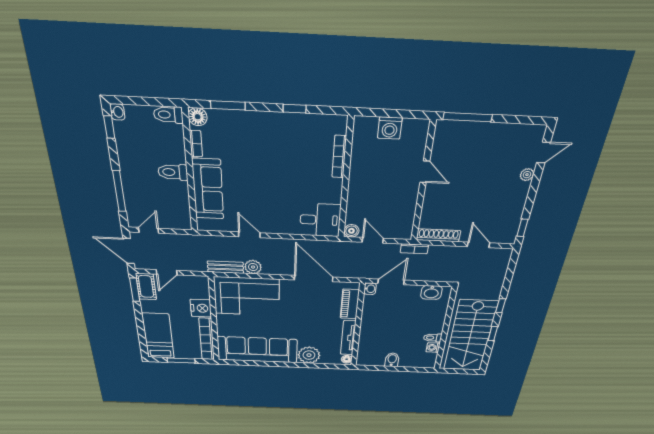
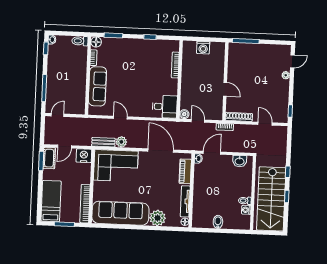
toilet: (173, 172) -> (78, 75), removed
door: (425, 172) -> (225, 89), moved
door: (129, 251) -> (42, 130), removed
nightstand: (201, 308) -> (84, 156), moved, turned -90

